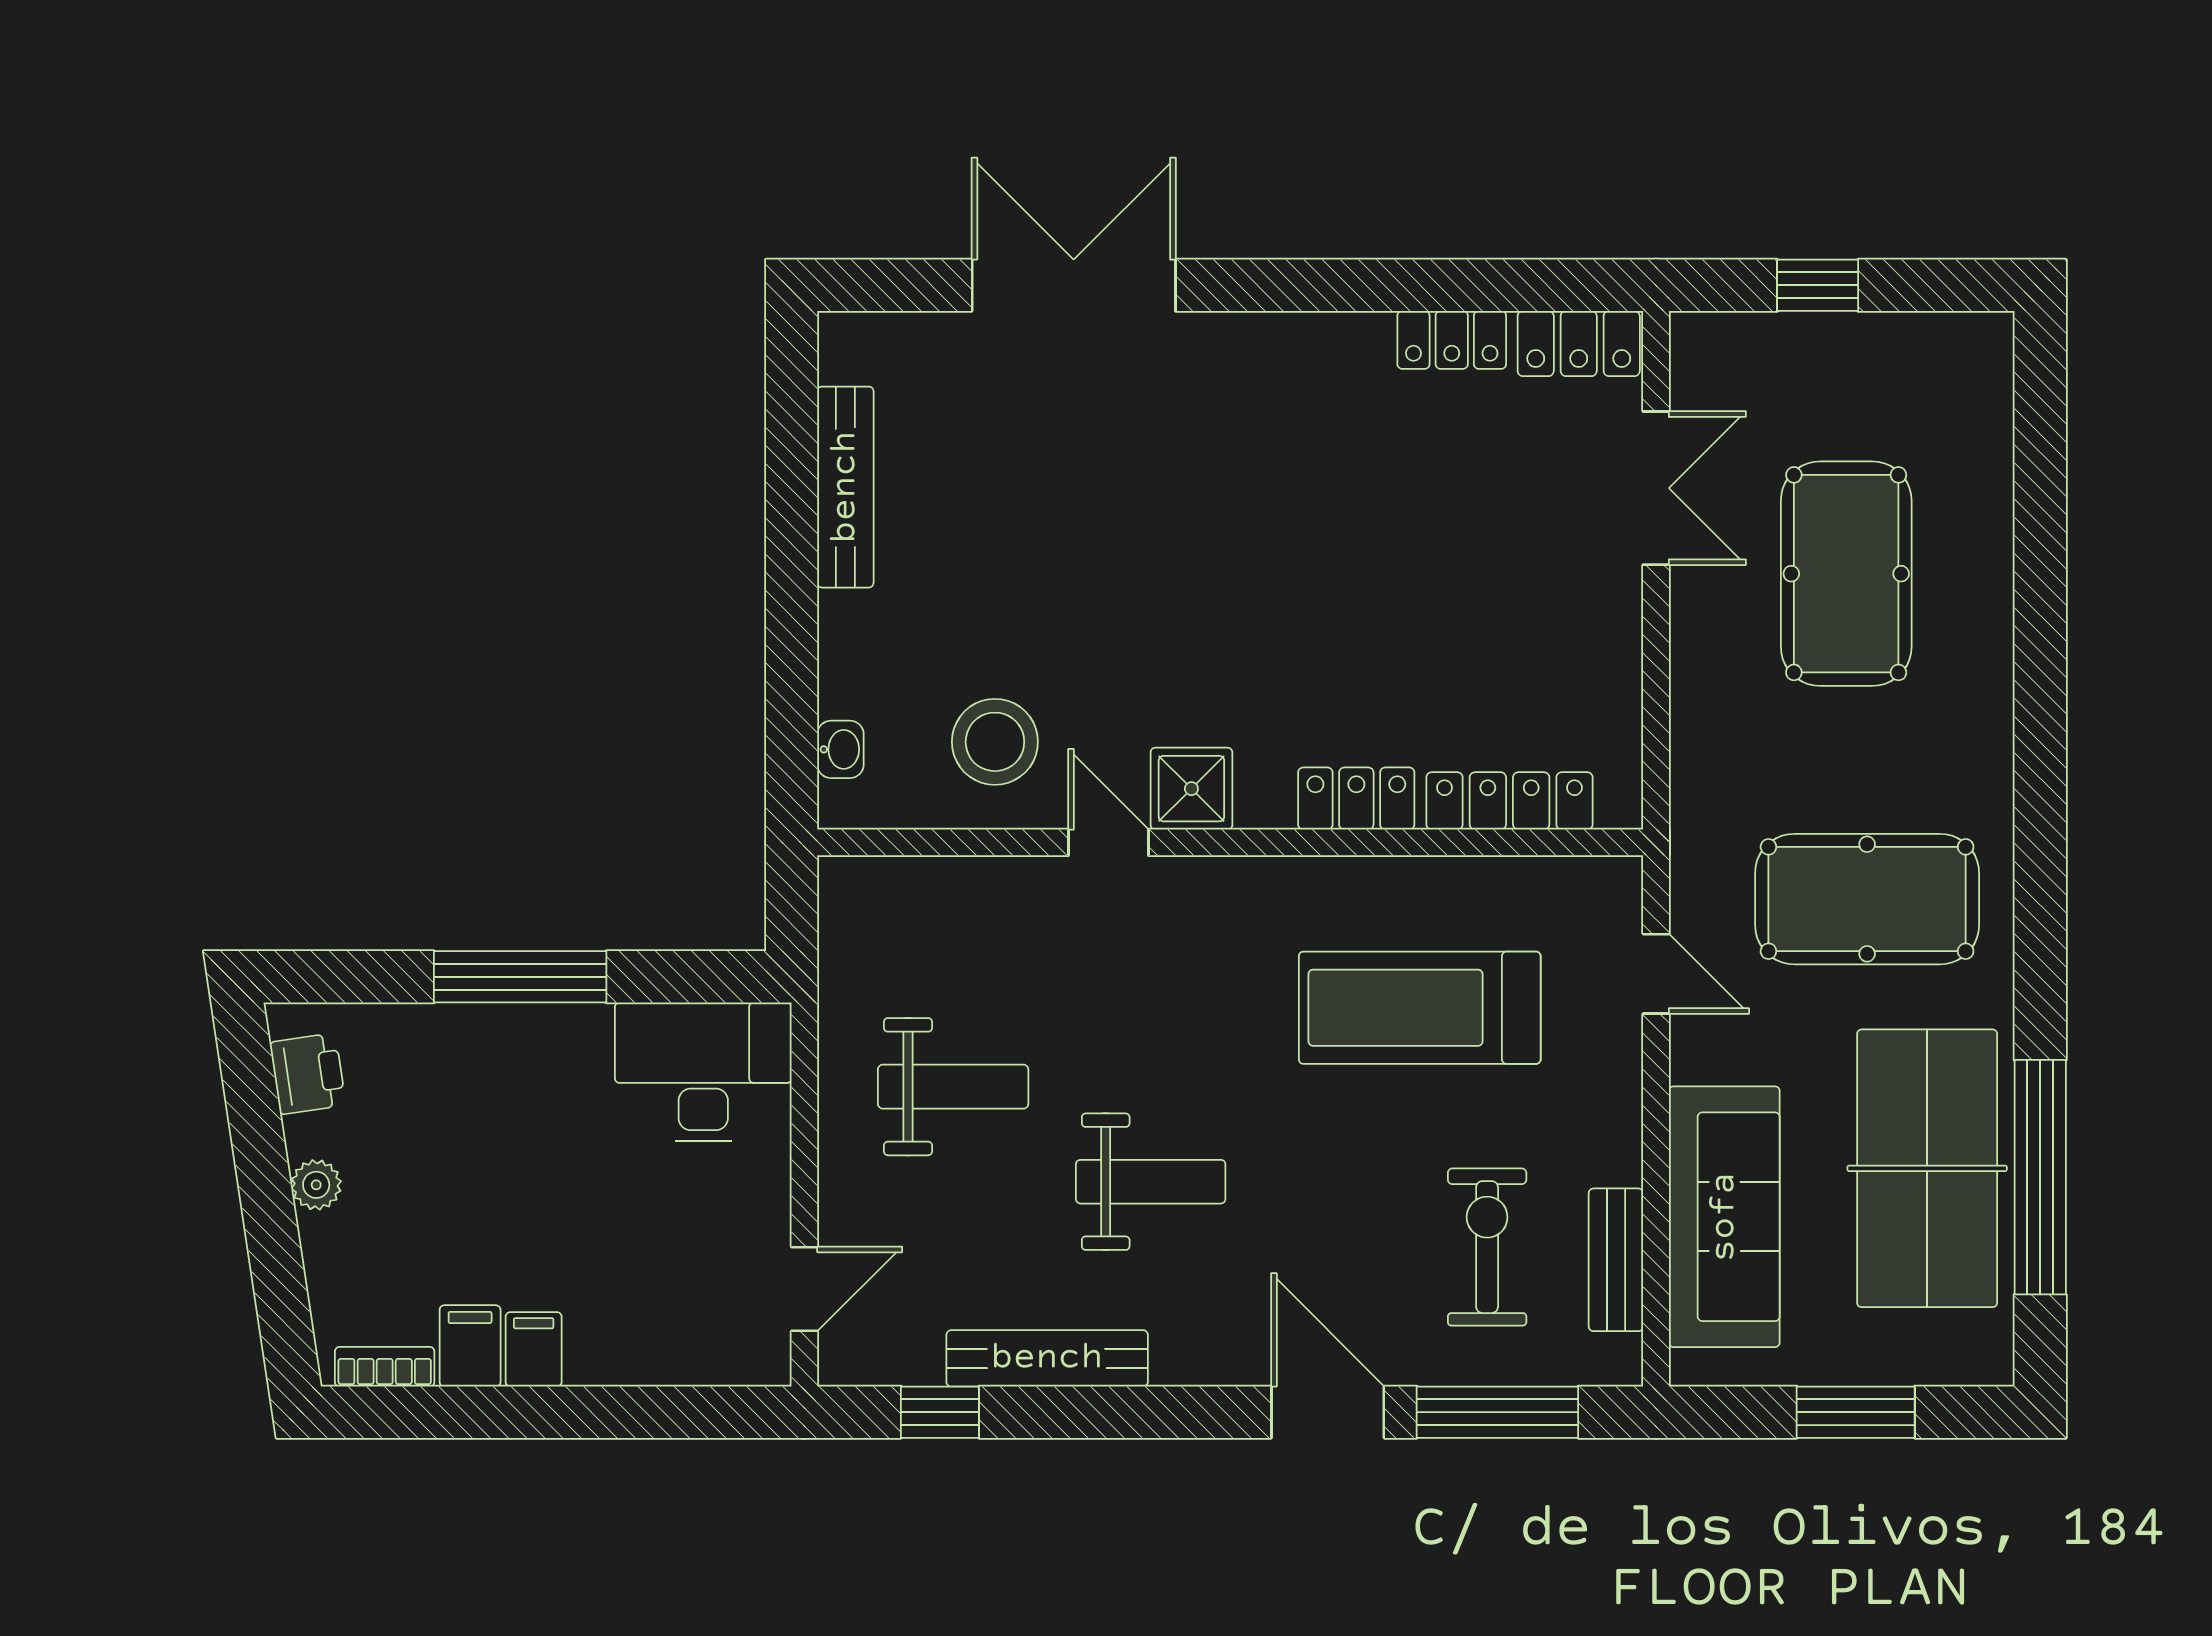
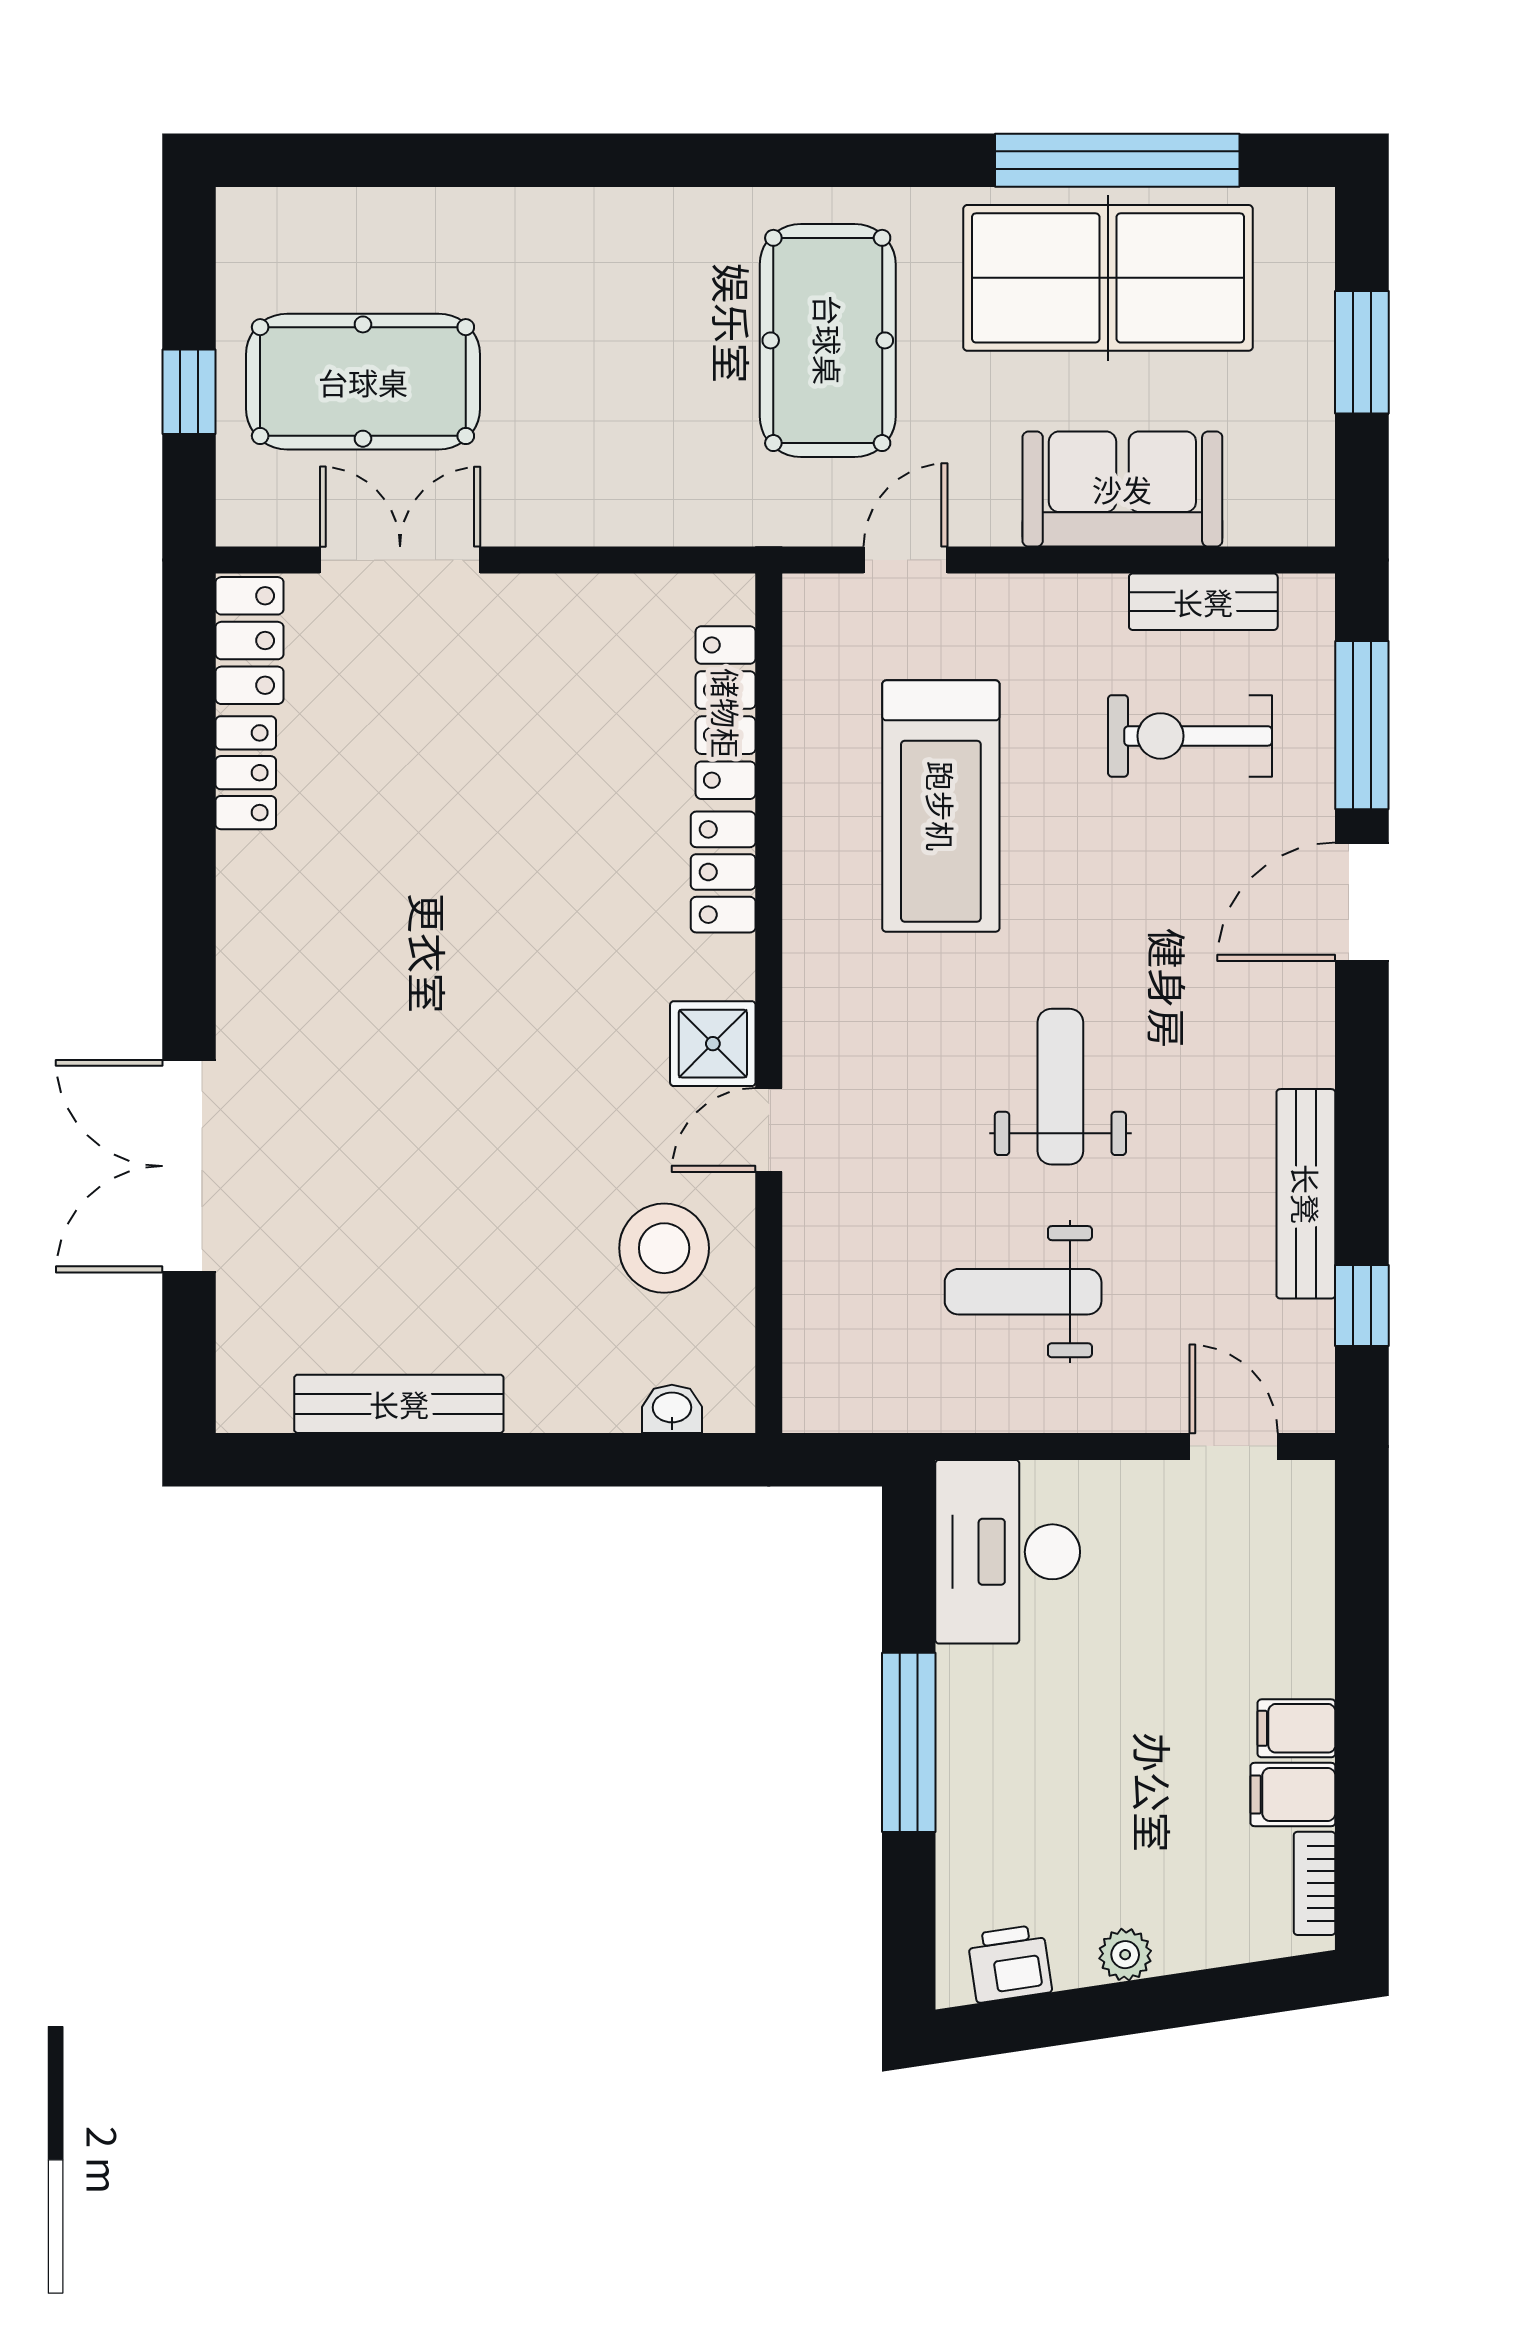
pool table: (1846, 574) -> (363, 382), moved
weight bench: (953, 1087) -> (1023, 1292), turned -90
weight bench: (1151, 1182) -> (1060, 1087), moved
sofa: (1724, 1217) -> (1122, 489), width x0.73

